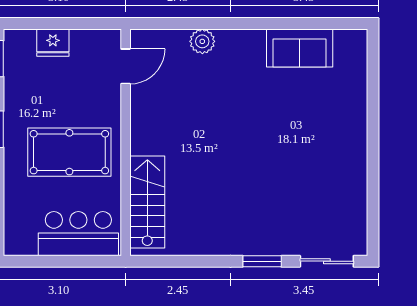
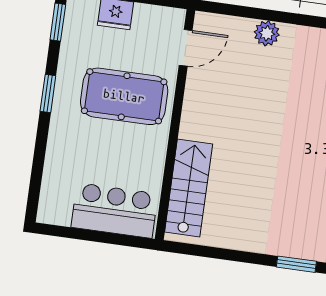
pool table: (69, 152) -> (124, 96), moved

